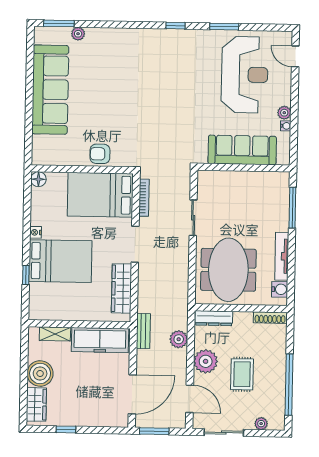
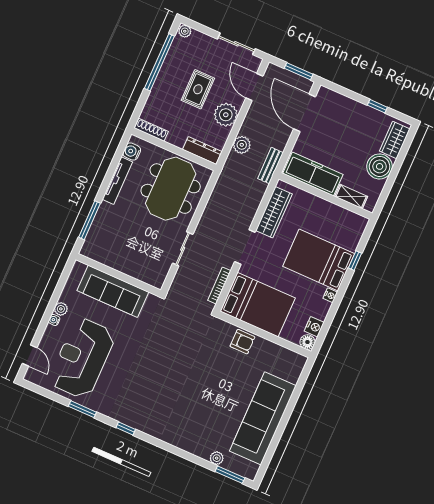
water cooler: (286, 126) -> (54, 320), moved
nightstand: (38, 196) -> (314, 327), added
door: (132, 394) -> (304, 113), hinge flipped
plant: (261, 424) -> (185, 31), moved

